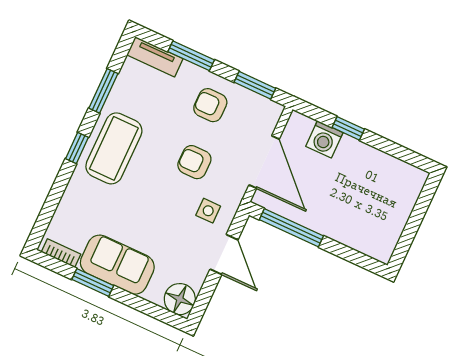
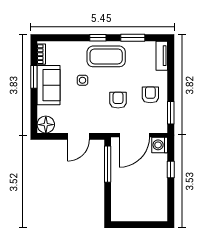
window: (191, 56) -> (171, 74), removed
washing machine: (324, 139) -> (160, 145), moved
side table: (208, 211) -> (82, 80), moved

